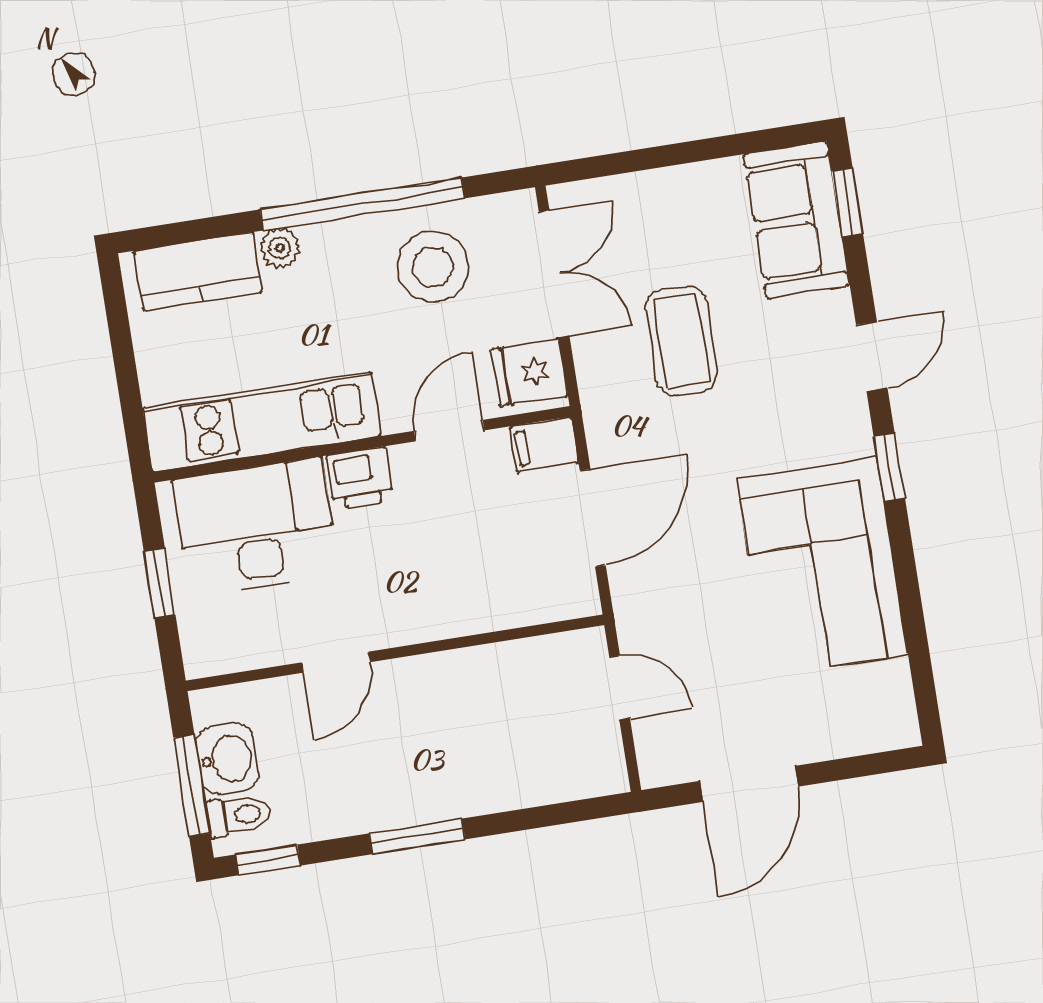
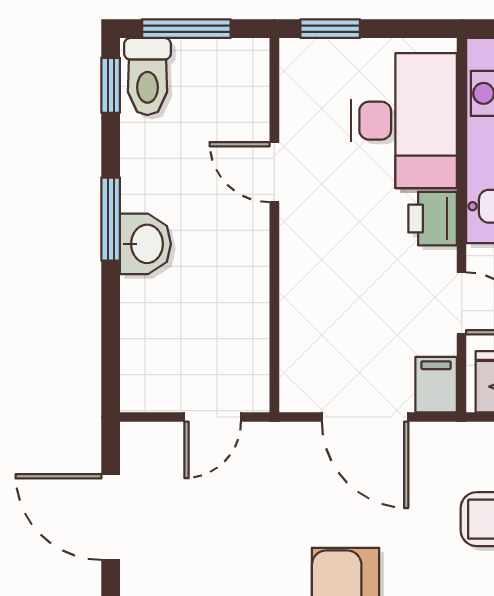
window: (160, 583) -> (330, 29), moved
washbasin: (227, 759) -> (145, 244), moved, turned -90
toilet: (239, 815) -> (147, 77), width x1.37, depth x1.39

